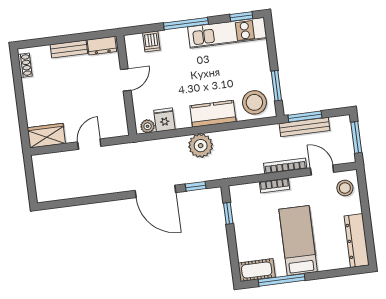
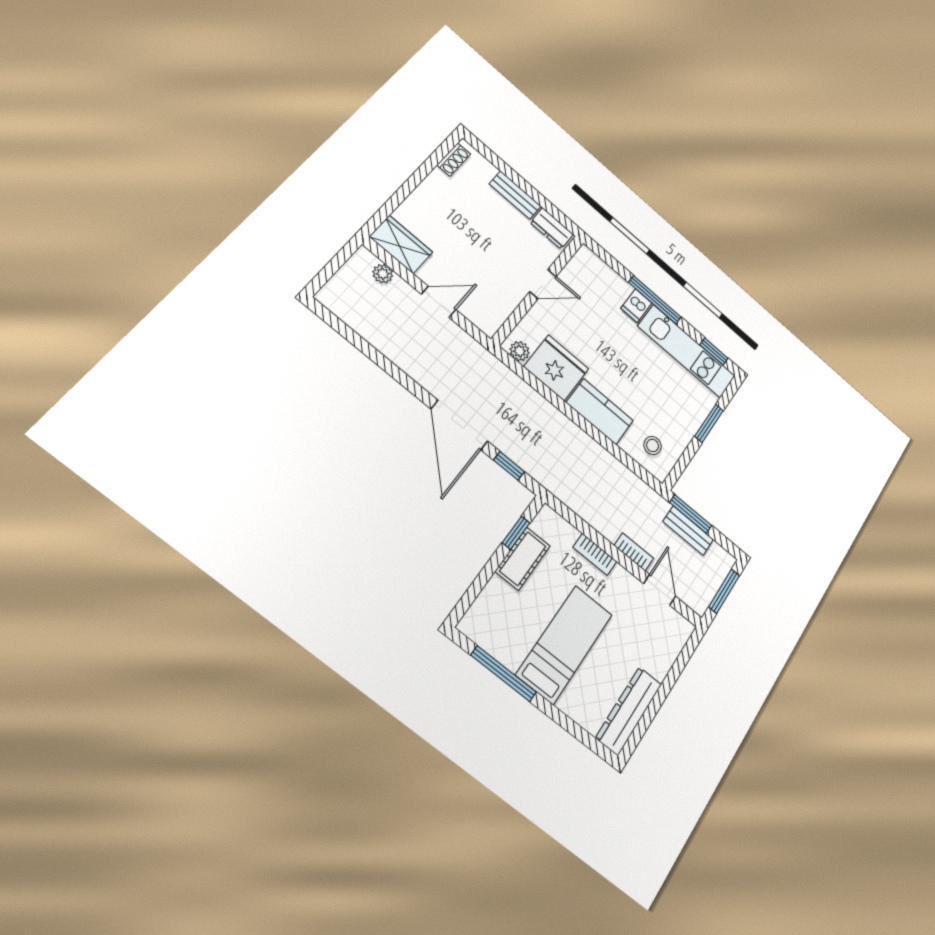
dishwasher: (151, 41) -> (636, 306), moved
window: (276, 86) -> (709, 423), moved
stool: (254, 102) -> (653, 446), width x0.53, depth x0.53
fridge: (164, 120) -> (556, 368), width x1.88, depth x1.34
bench: (304, 127) -> (688, 531), width x0.73
plant: (201, 146) -> (383, 274), moved, width x0.53, depth x0.53
bookcase: (285, 166) -> (634, 552), width x0.64
stool: (345, 188) -> (667, 635), removed
cot: (257, 270) -> (523, 559), moved, turned 90

